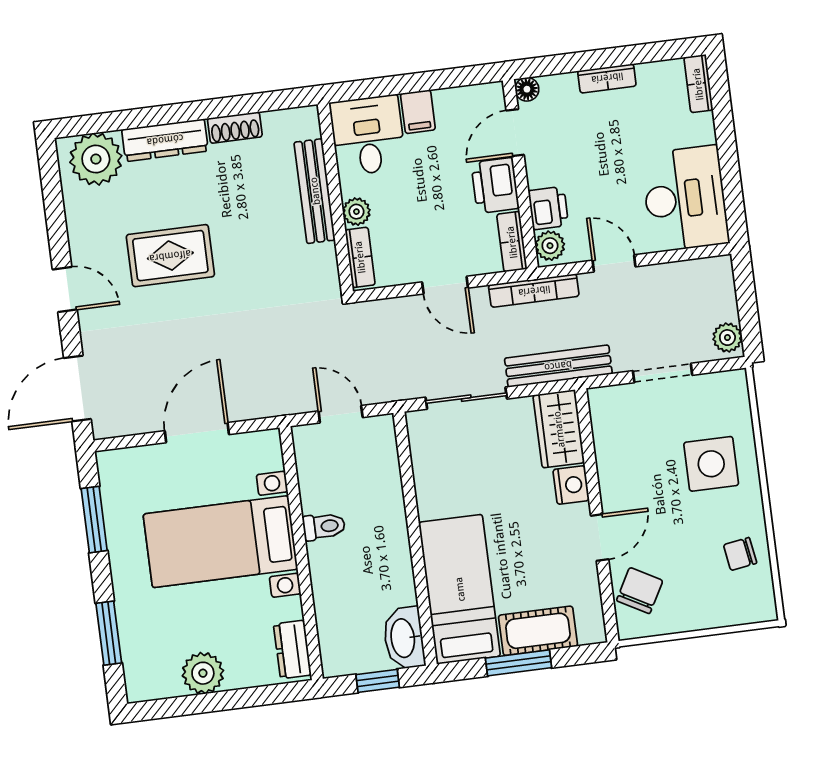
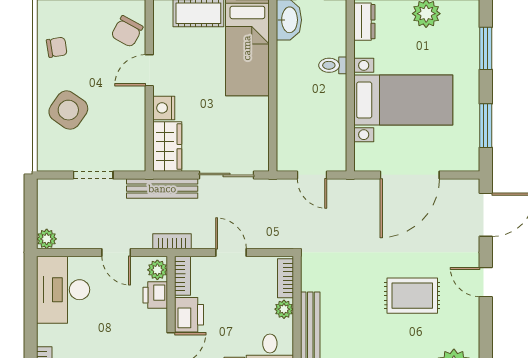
bookcase: (534, 291) -> (172, 241), width x0.64
plant: (727, 338) -> (47, 239), moved
door: (197, 433) -> (410, 175), width x1.36
side table: (711, 464) -> (68, 110), turned 35
toilet: (324, 526) -> (333, 65), moved

